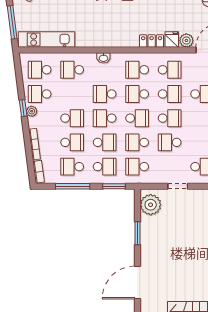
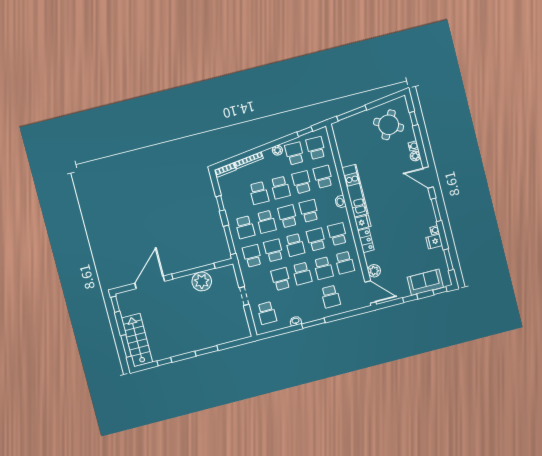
kitchen unit: (47, 40) -> (355, 191), moved
fridge: (172, 40) -> (363, 222), moved
window: (23, 108) -> (305, 132), moved
school desk: (72, 167) -> (302, 182), moved
window: (73, 186) -> (220, 203), width x0.46
window: (114, 186) -> (230, 240), width x1.44
plant: (151, 205) -> (202, 281), moved
window: (137, 233) -> (193, 271), width x2.11
door: (137, 283) -> (150, 282), hinge flipped

